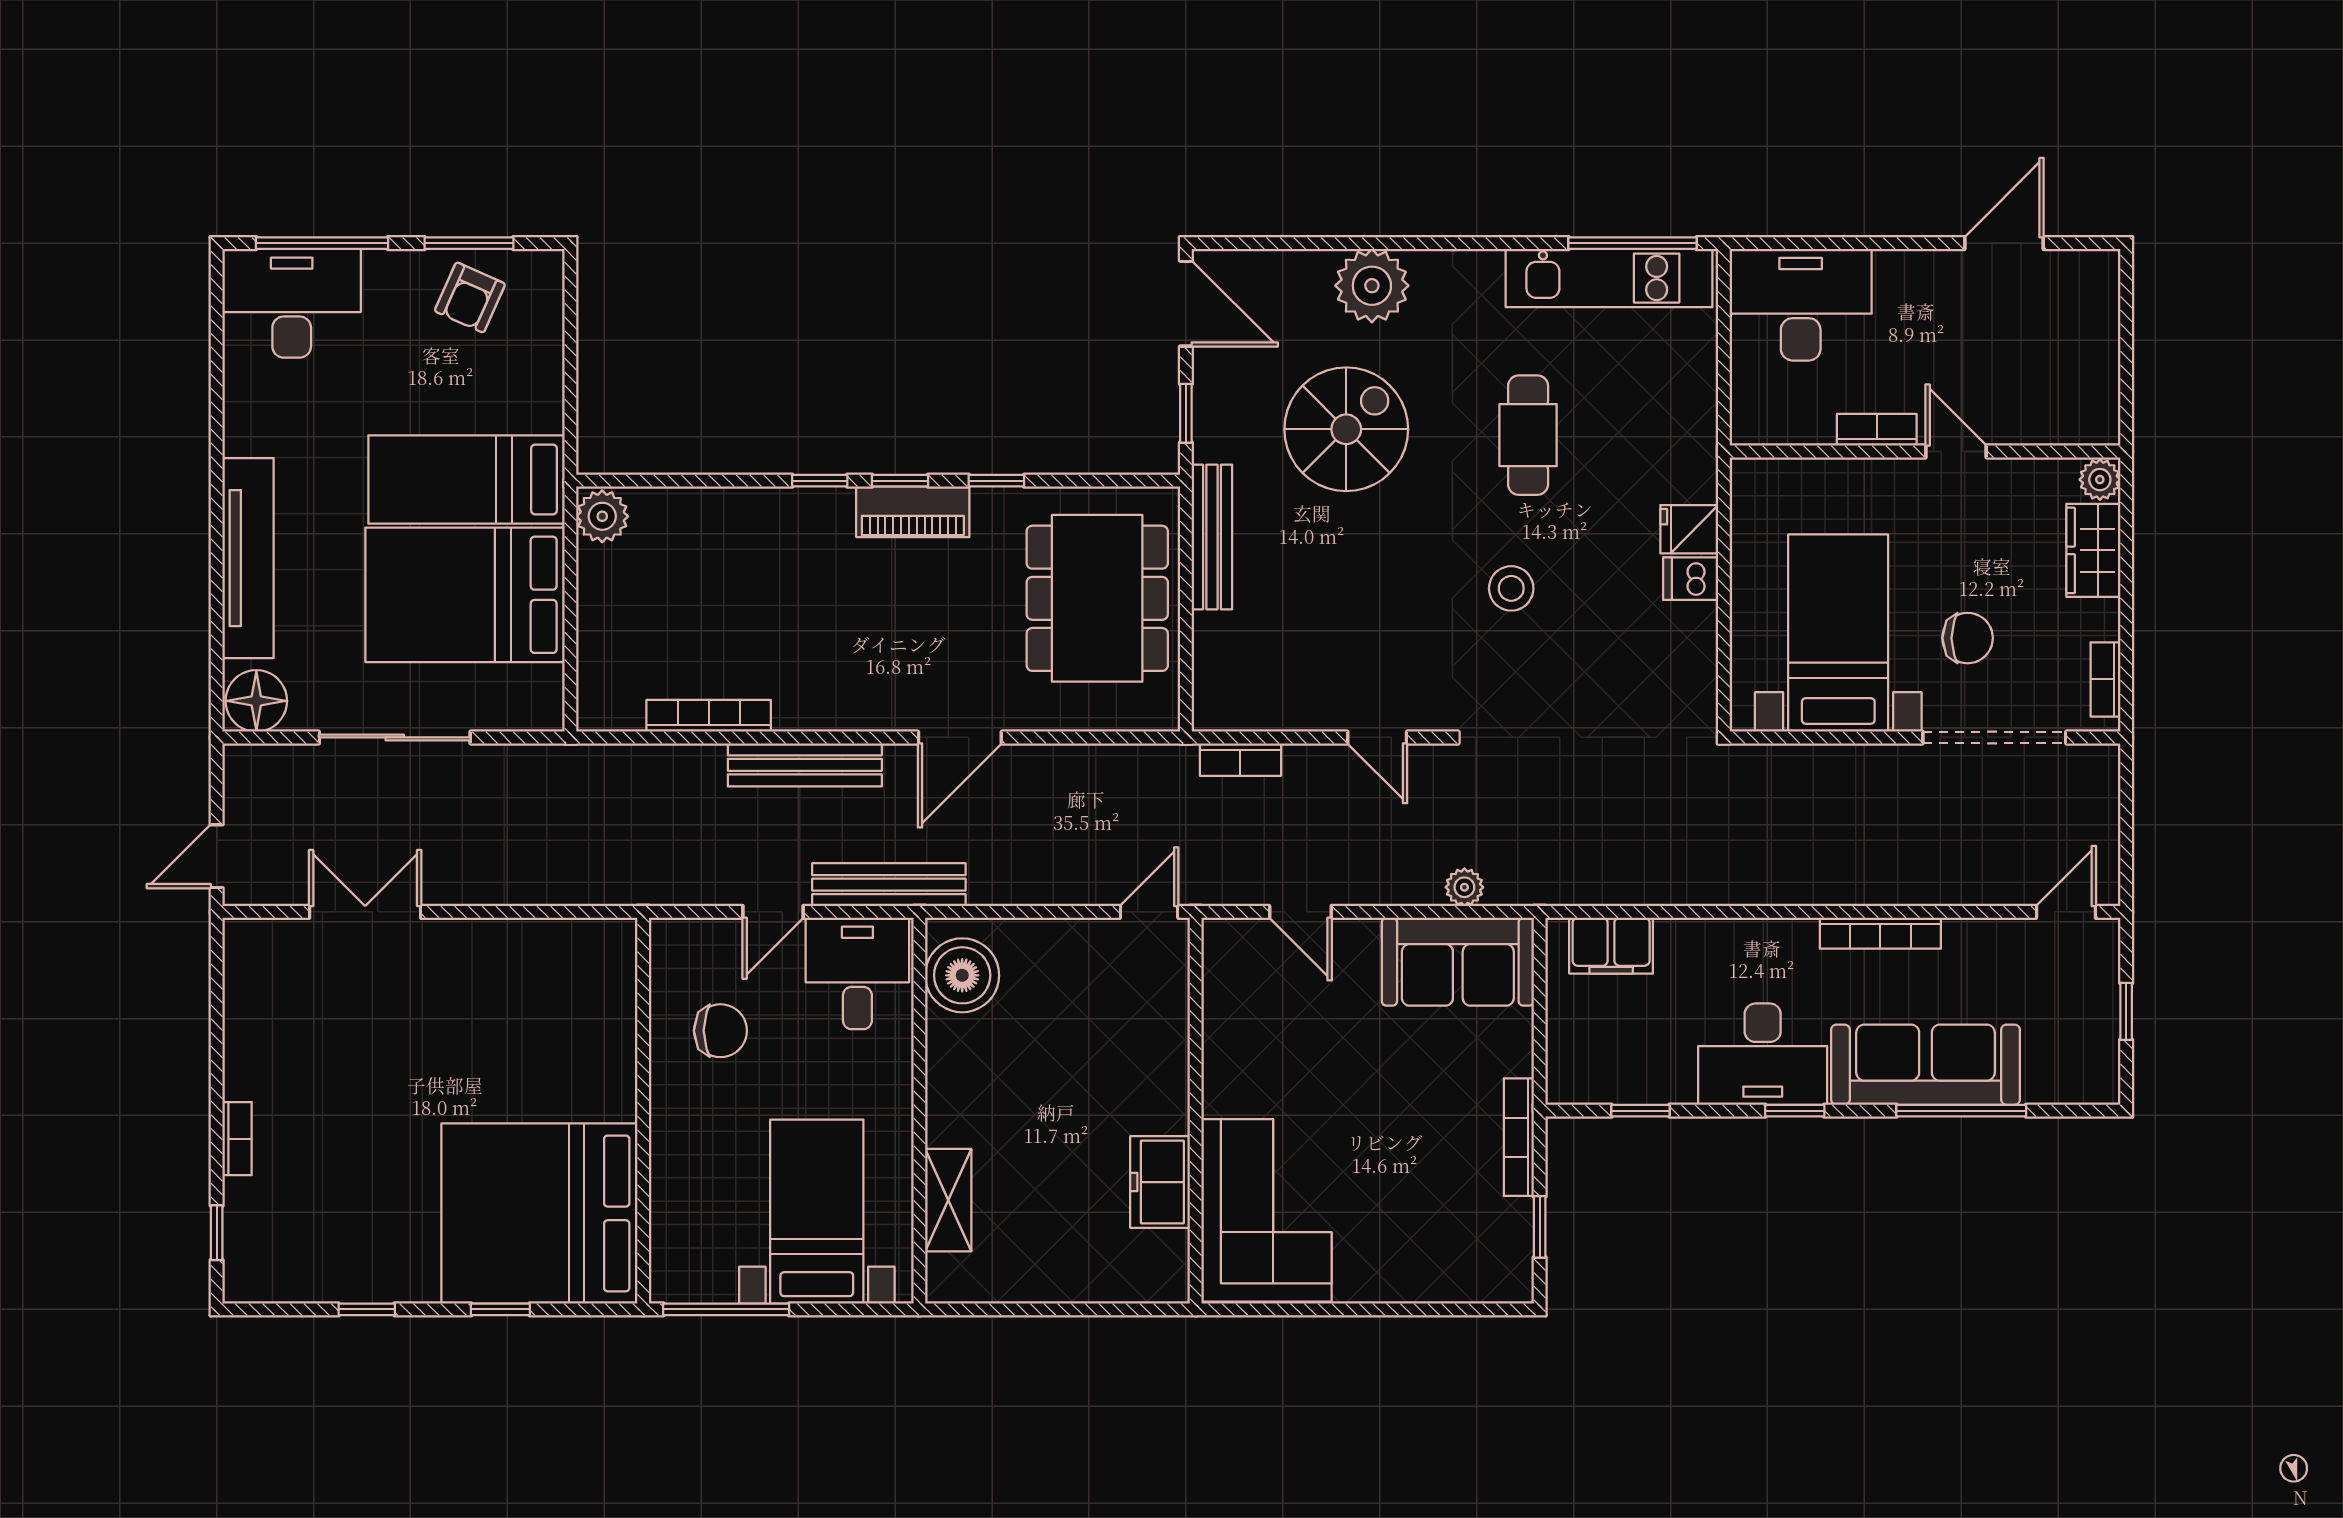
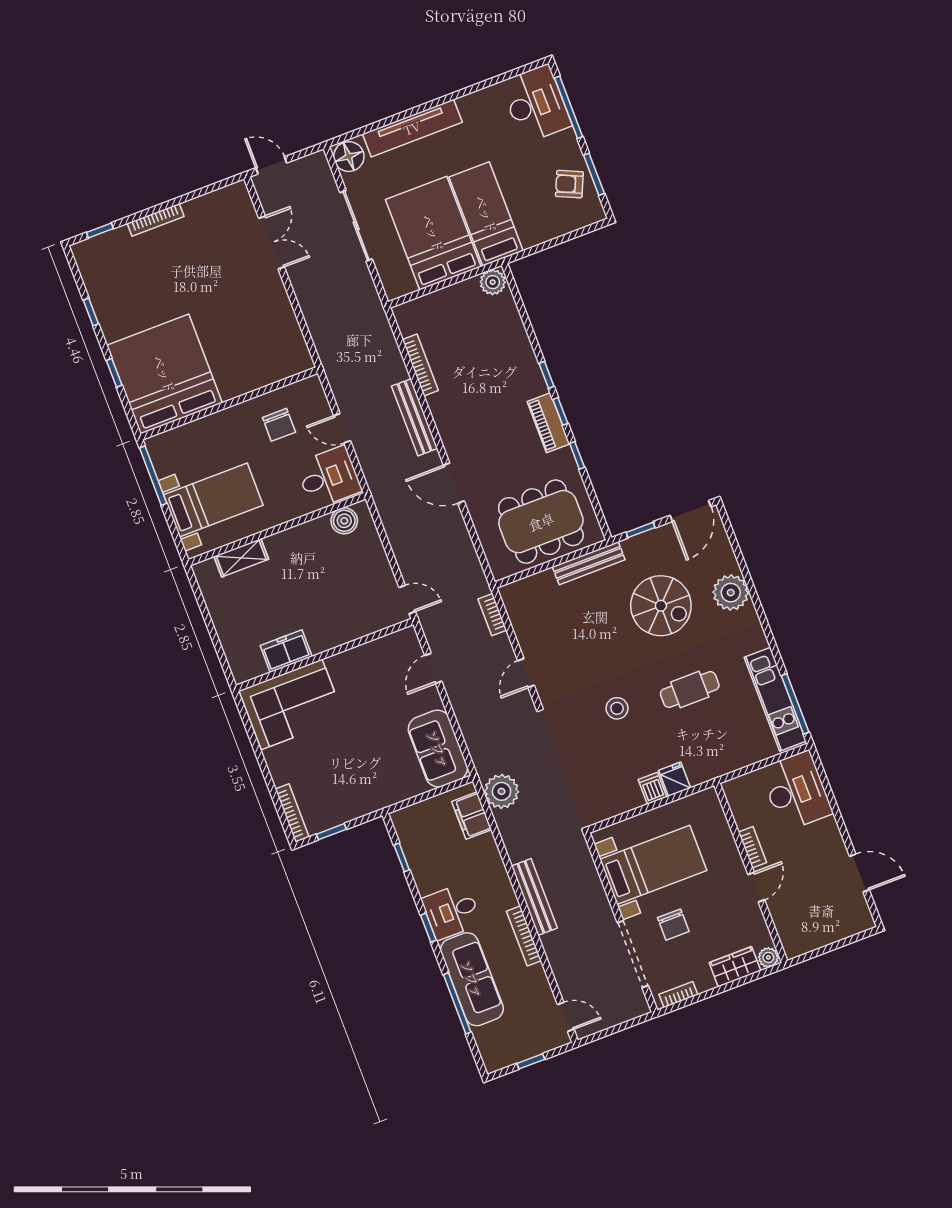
bench: (889, 885) -> (534, 897), moved
plant: (1464, 887) -> (502, 791), moved, width x1.88, depth x1.88
boiler: (962, 975) -> (344, 521), width x0.73, depth x0.73
desk: (1763, 1054) -> (452, 911), width x0.73
bookcase: (1519, 1137) -> (292, 813), moved, turned 90
bookcase: (237, 1139) -> (156, 220), width x1.56

